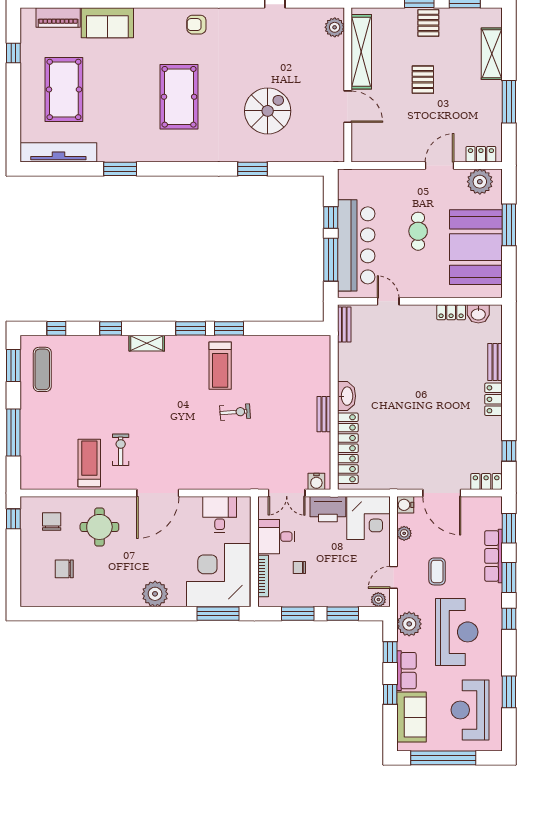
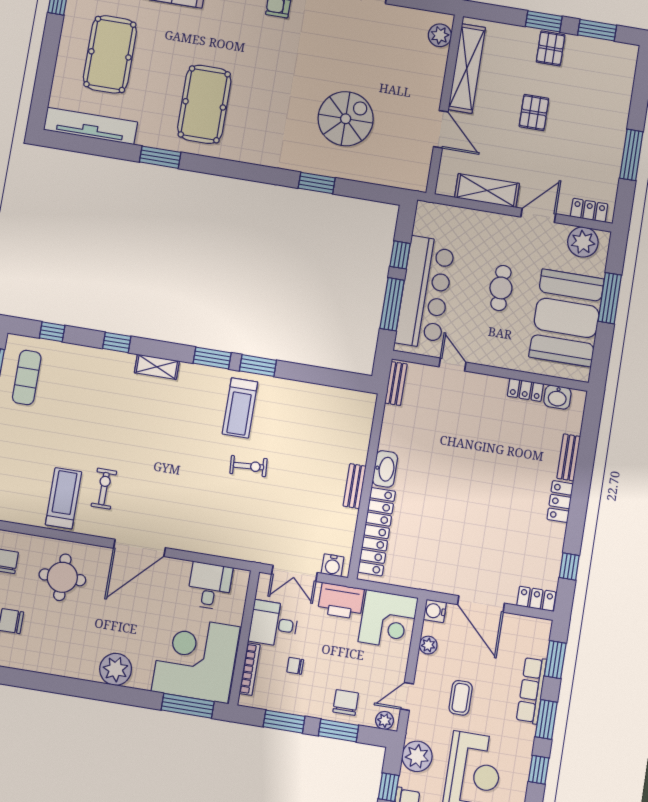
shelving: (492, 54) -> (487, 191), moved, turned 90
pool table: (179, 97) -> (204, 104), moved
chair: (345, 590) -> (346, 703), added

